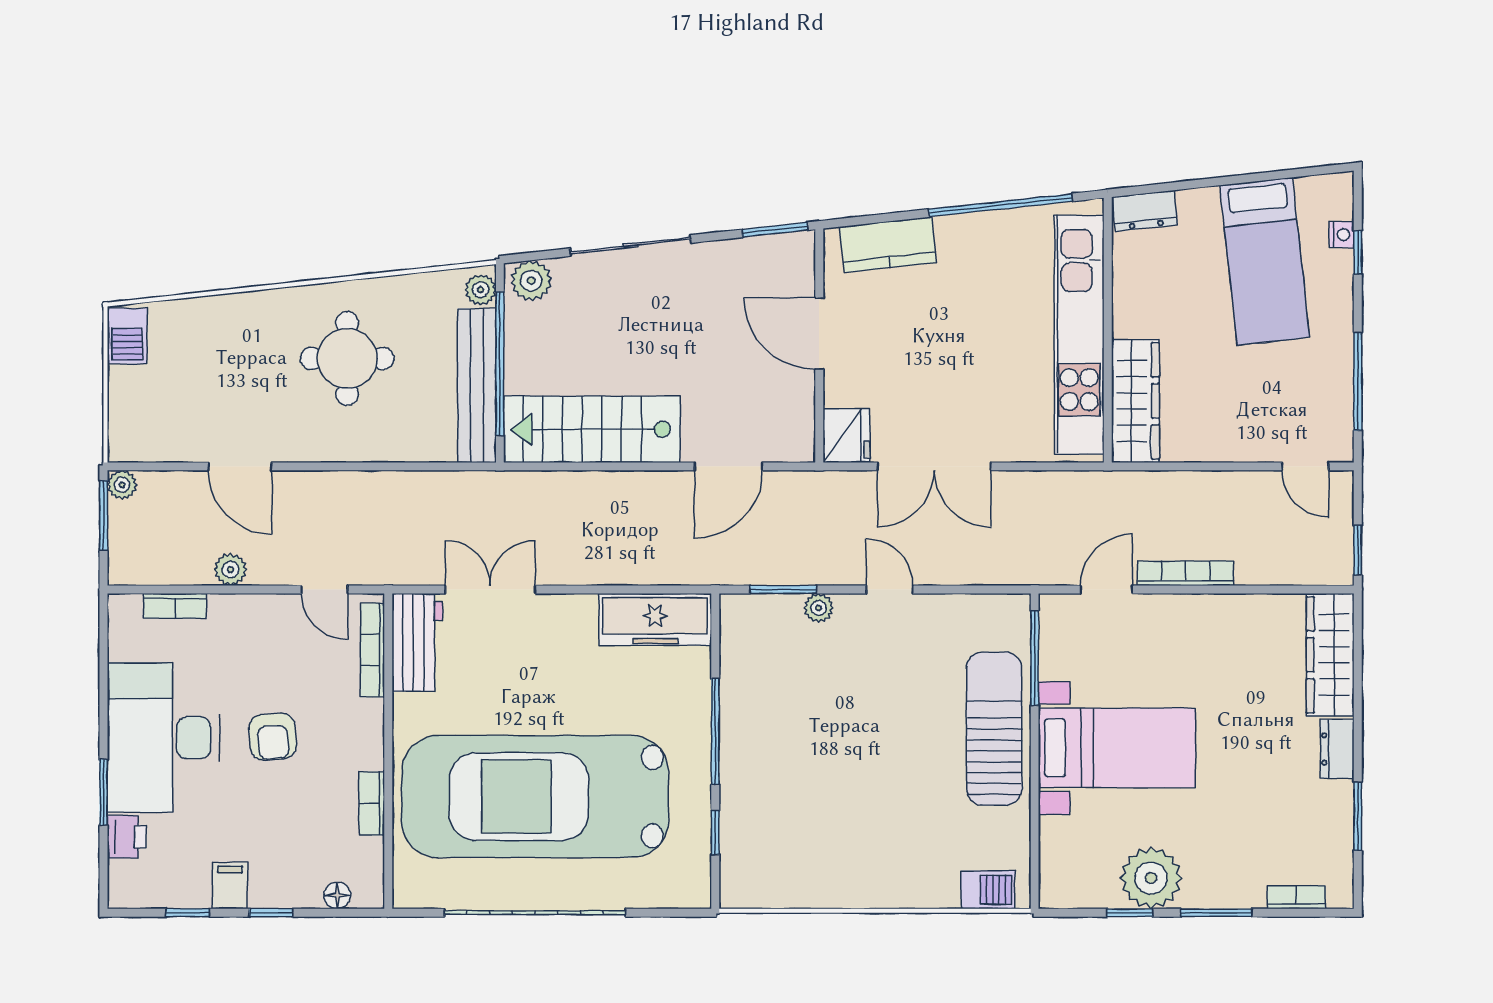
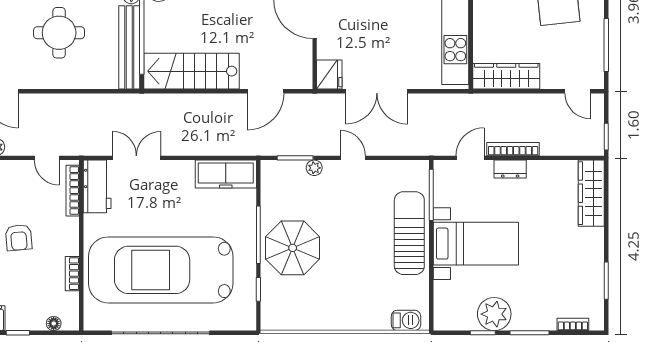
wardrobe: (1135, 401) -> (506, 76), moved, turned -90
dresser: (1337, 749) -> (510, 169), moved, turned -90
parasol: (779, 756) -> (293, 248), added

